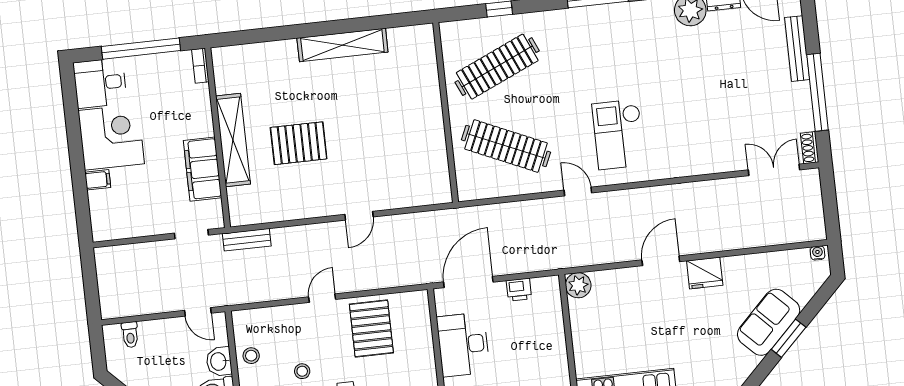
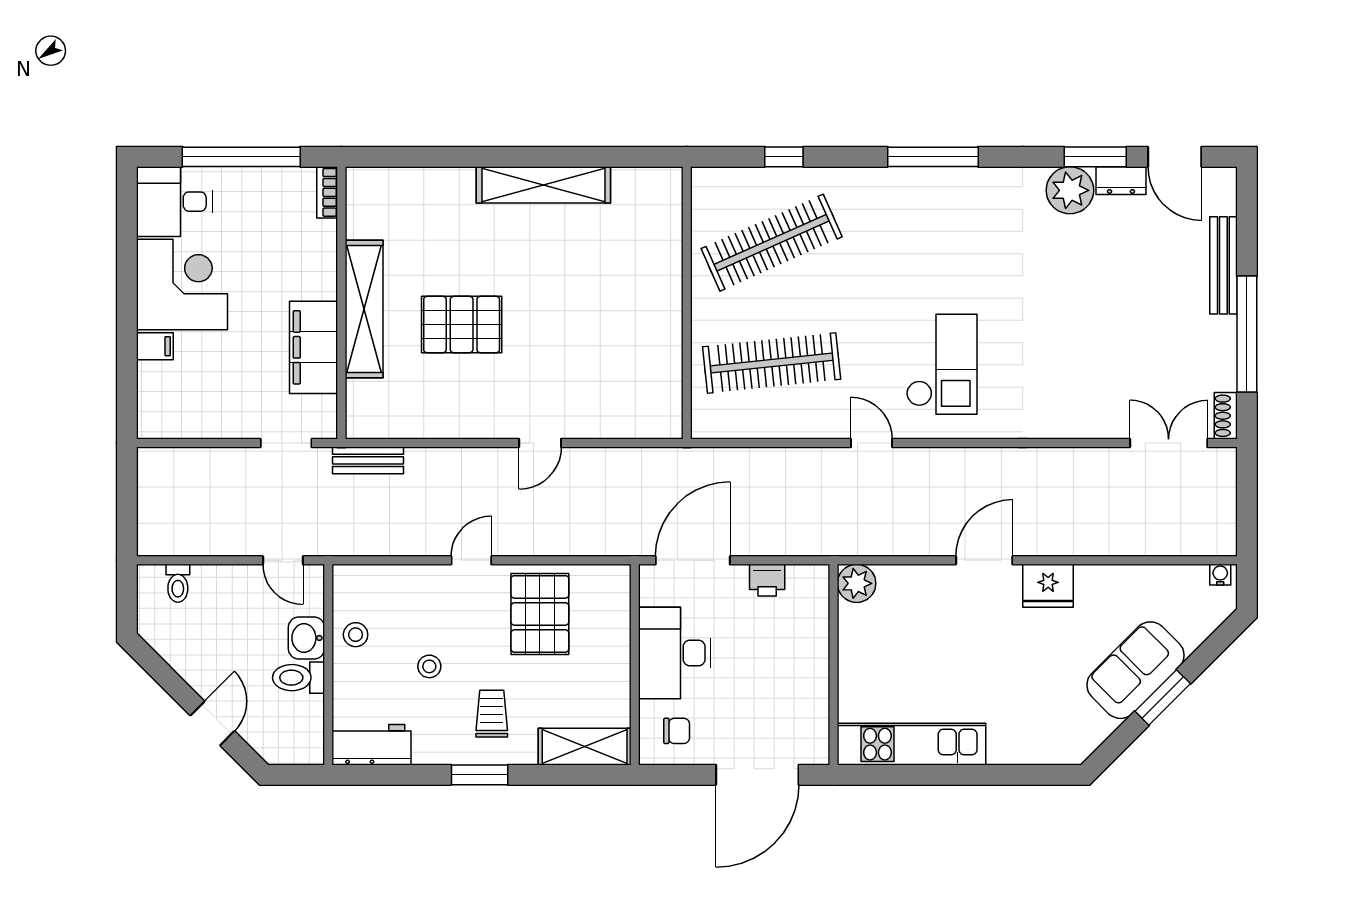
checkout: (618, 134) -> (942, 364), turned 180
clothes rail: (506, 146) -> (772, 363), turned -30

